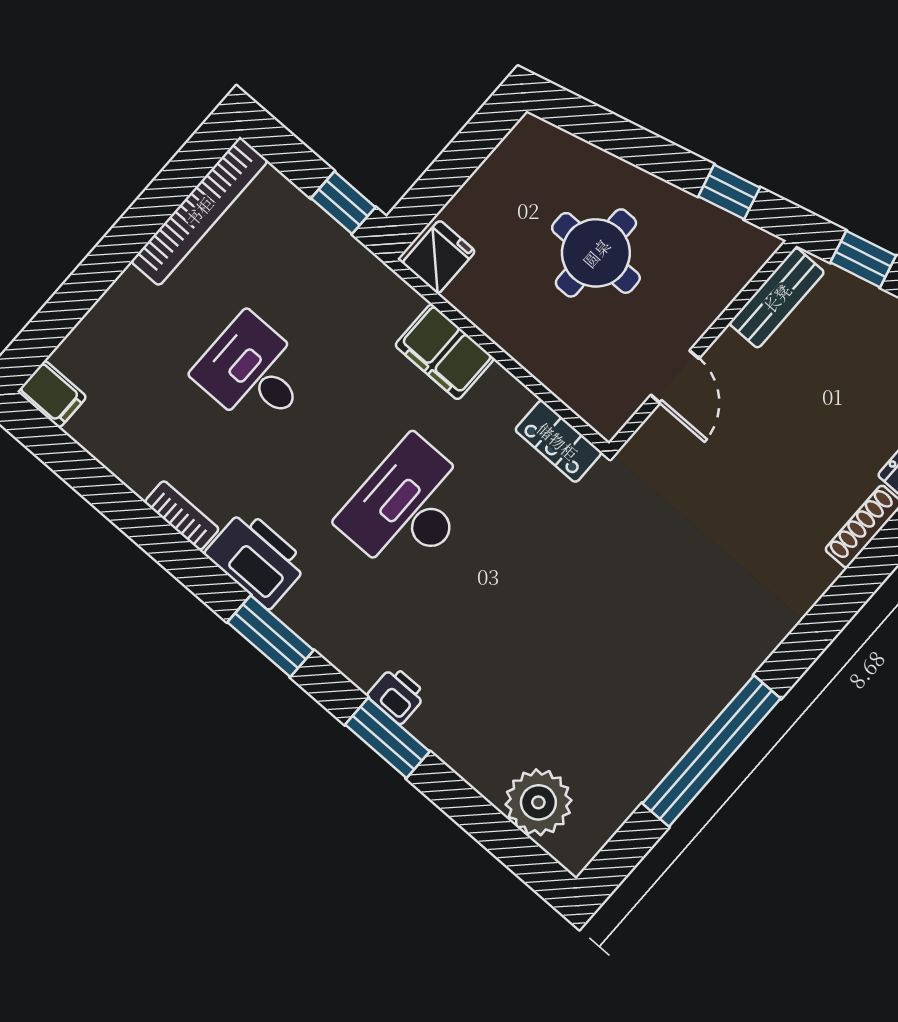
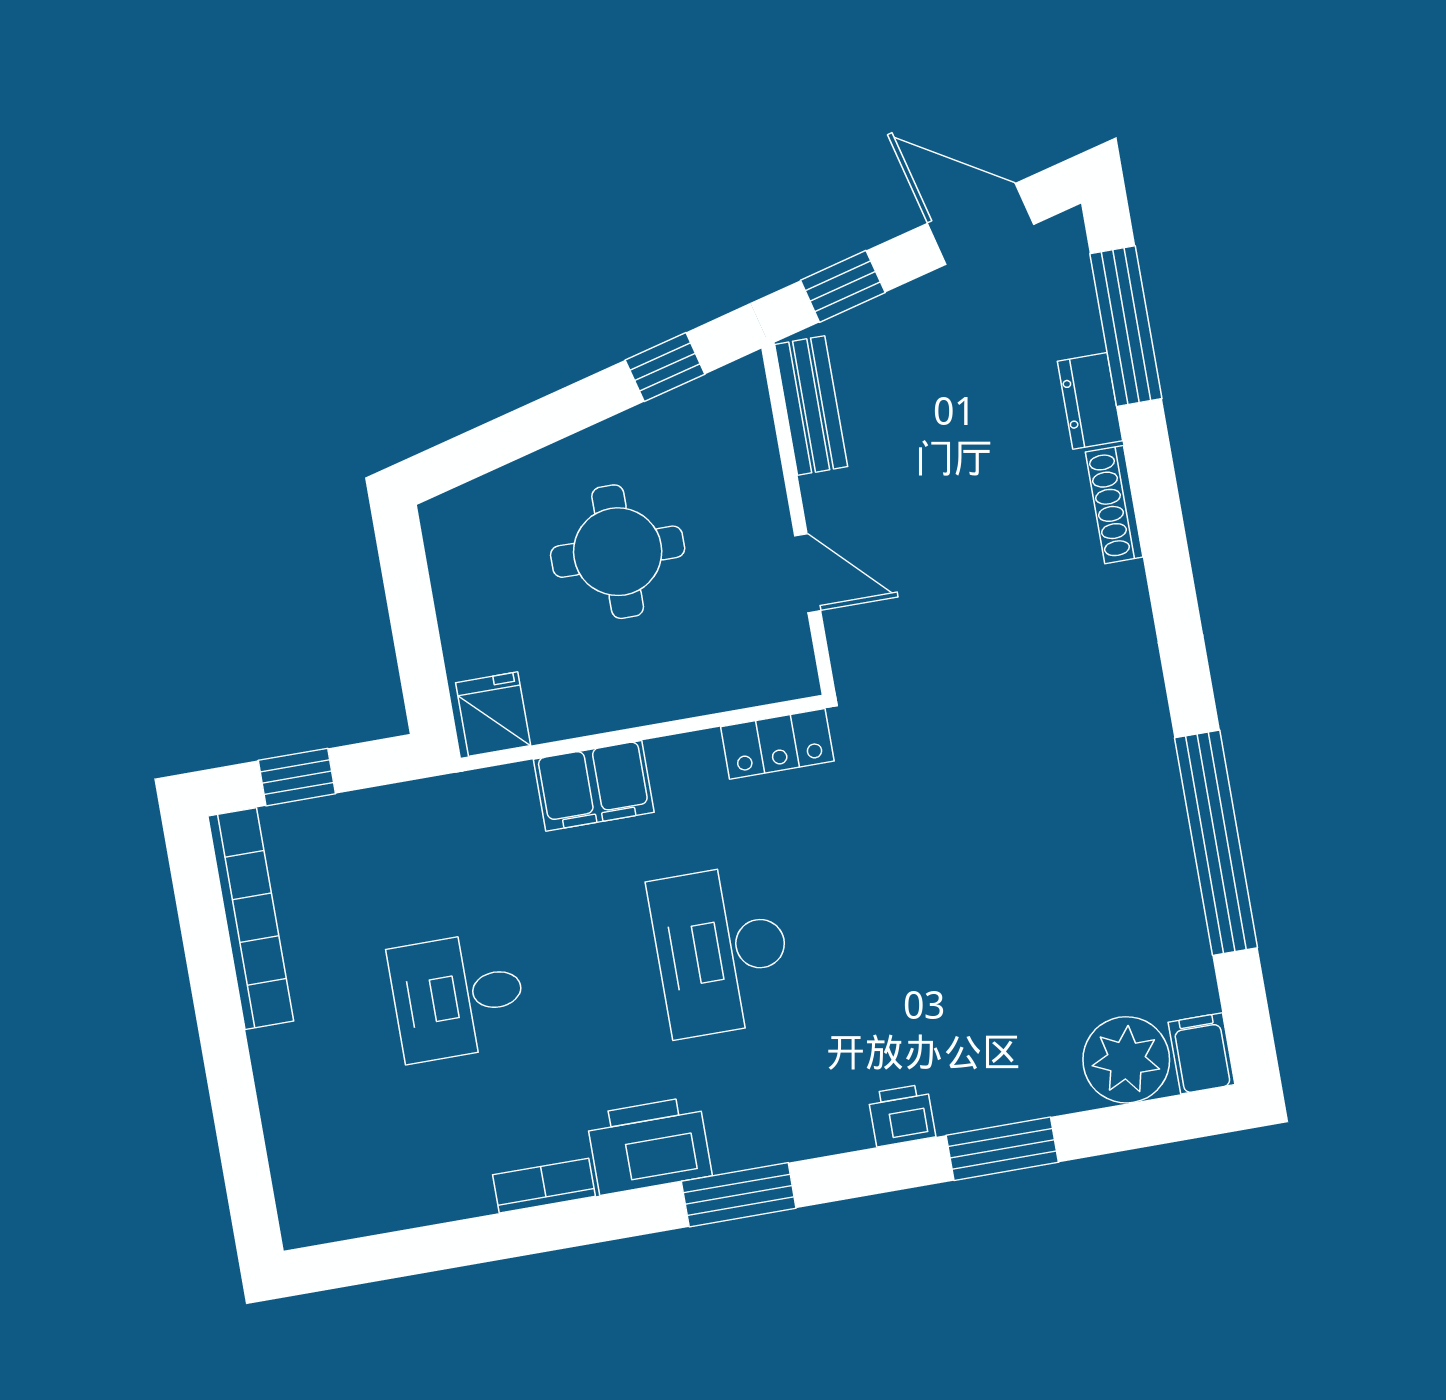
window: (343, 203) -> (297, 777), moved
filing cabinet: (52, 394) -> (1202, 1053), moved, turned -90
window: (387, 738) -> (1002, 1149), moved

